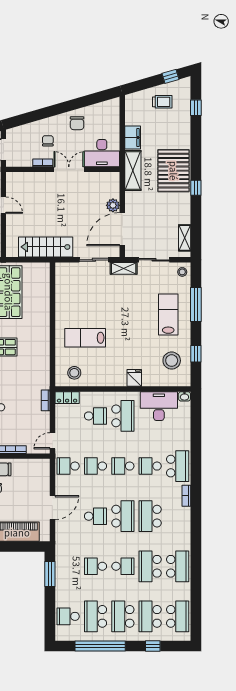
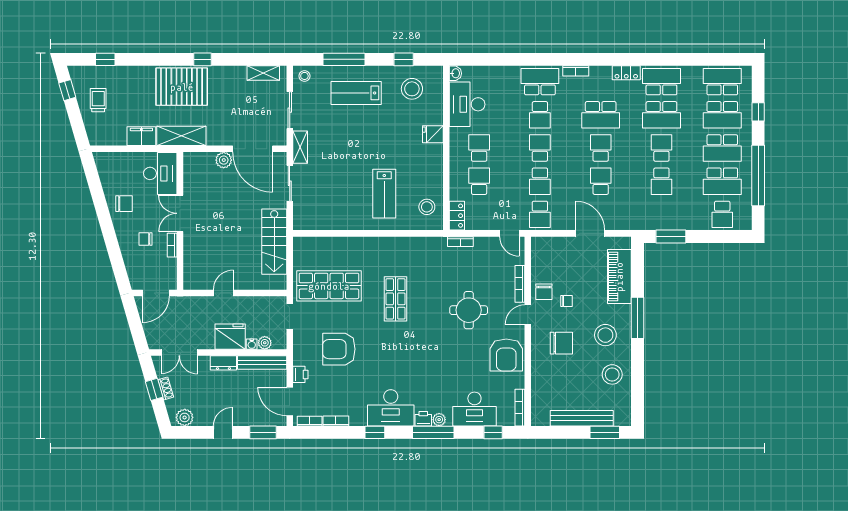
school desk: (123, 416) -> (479, 148), width x0.54
school desk: (123, 466) -> (540, 148), turned 180
school desk: (123, 516) -> (601, 148), width x0.54
locker: (185, 537) -> (626, 73), added

